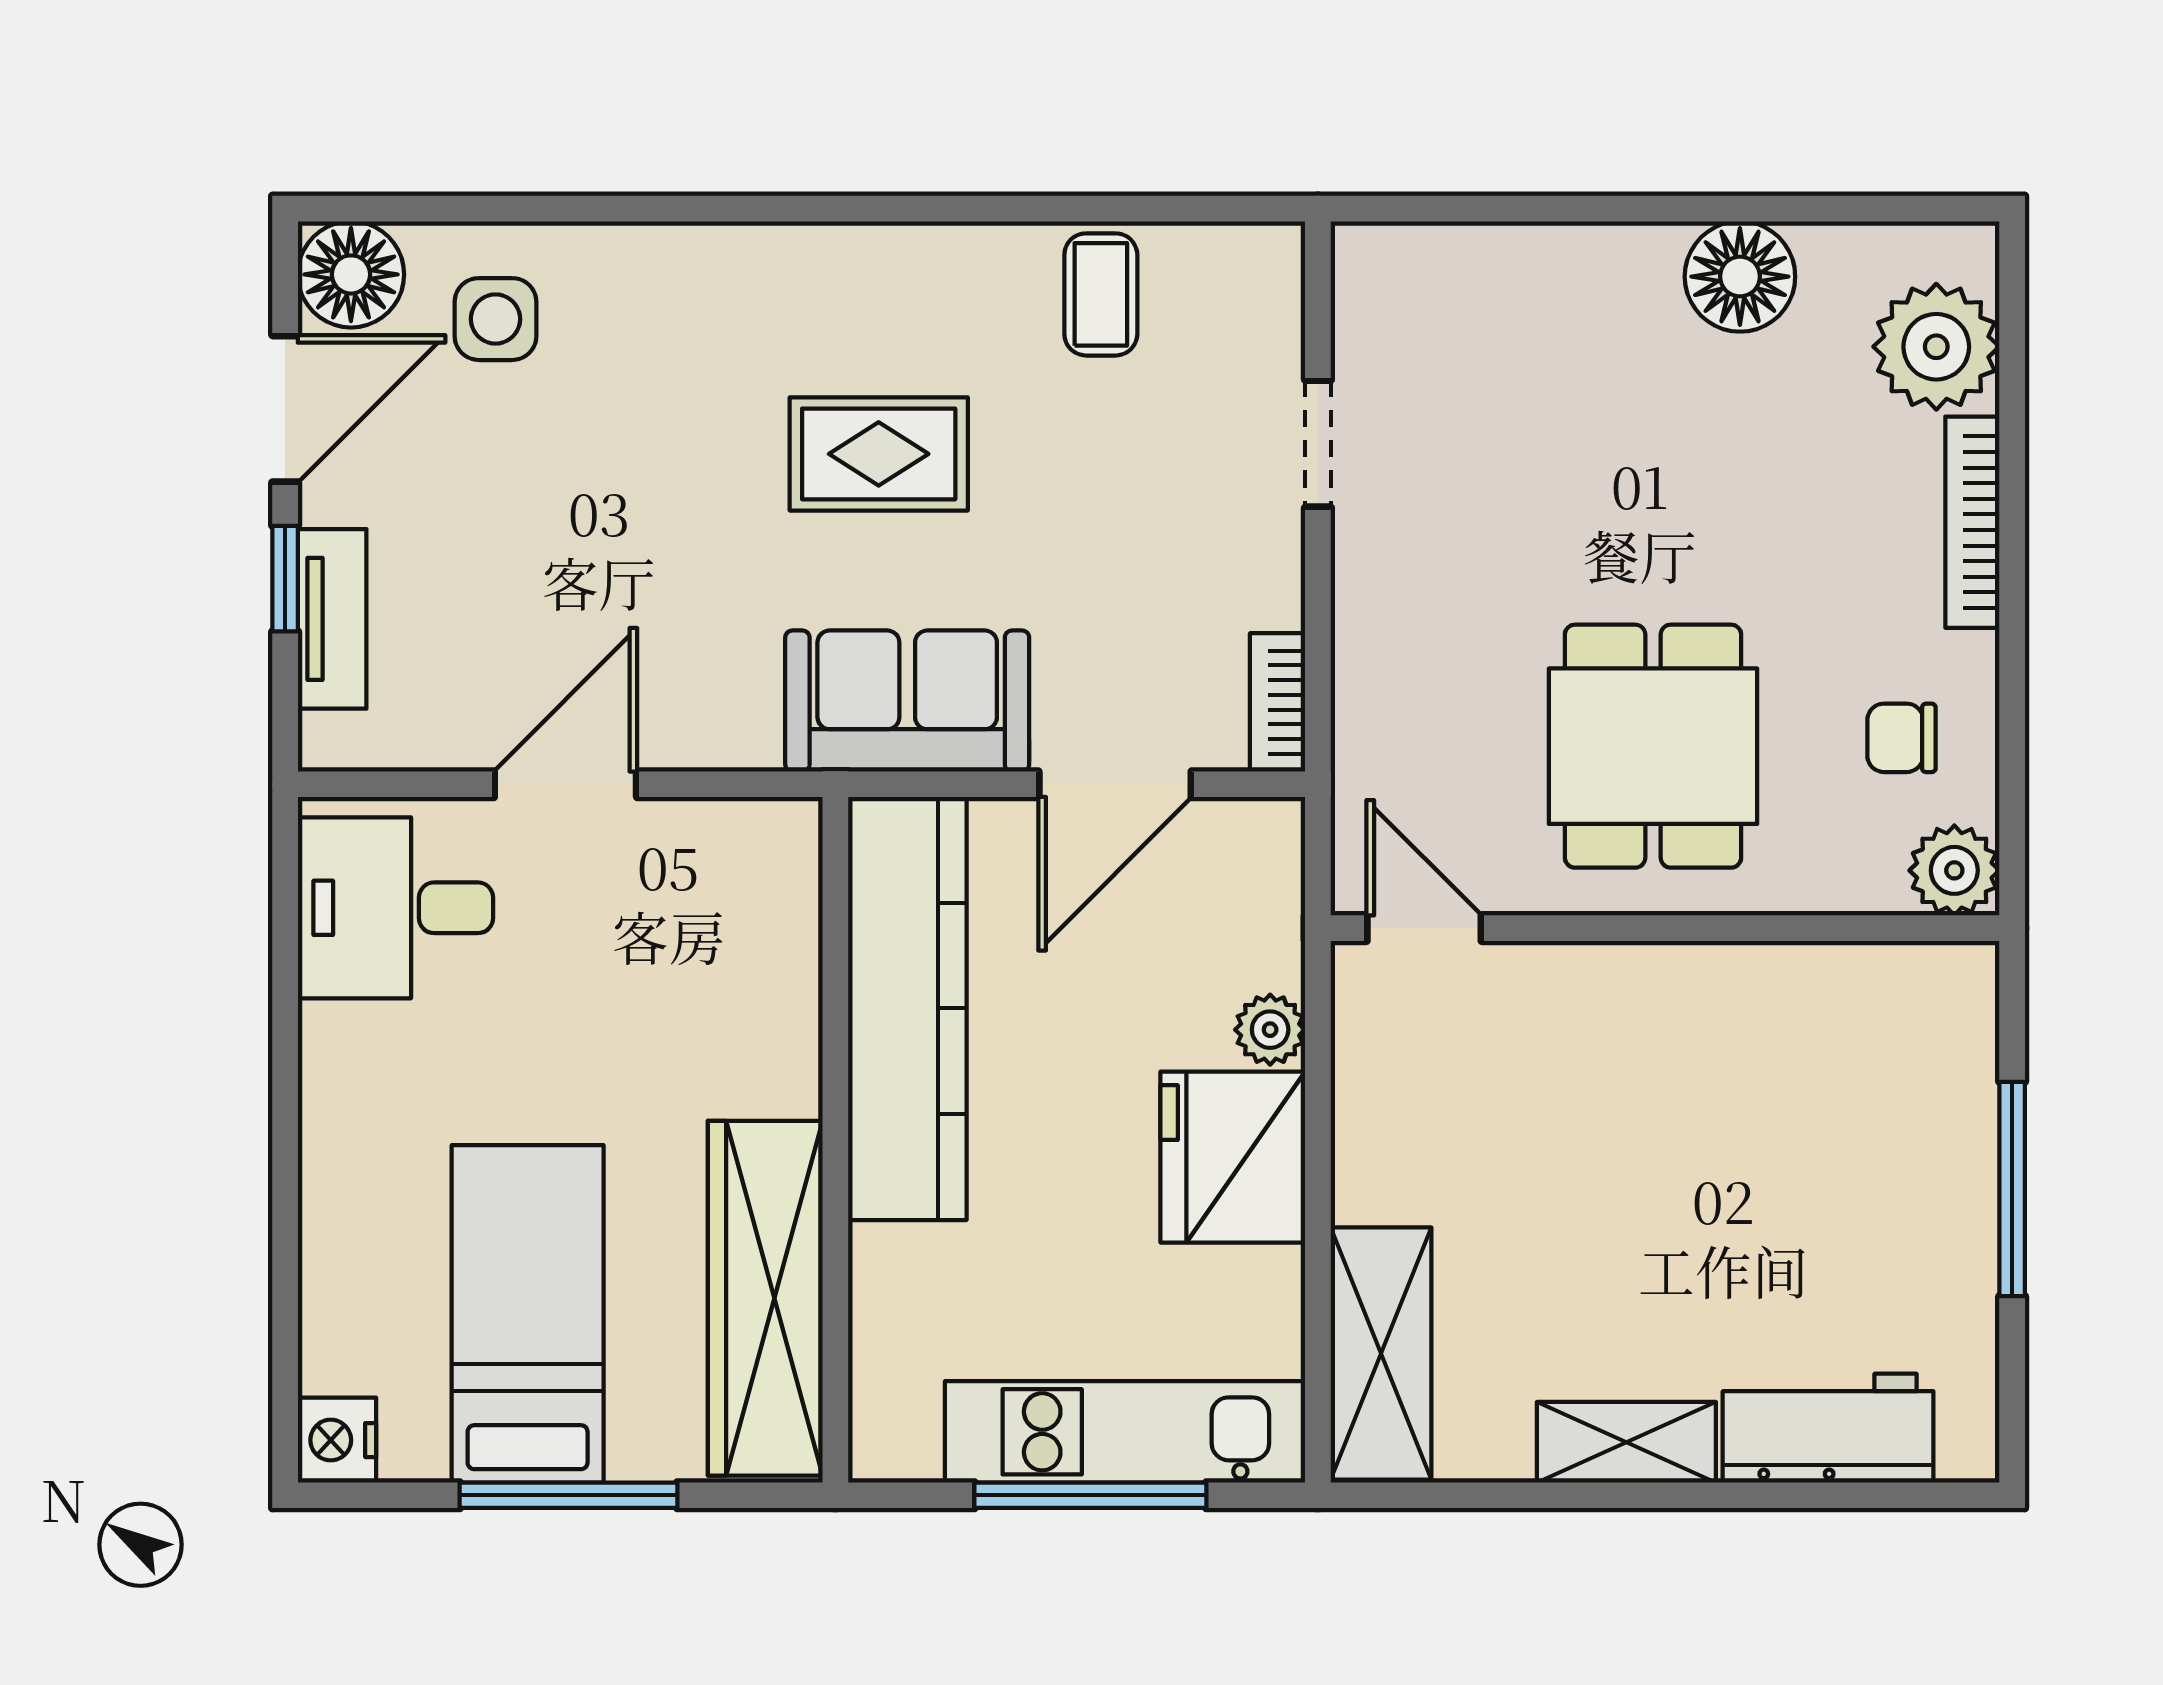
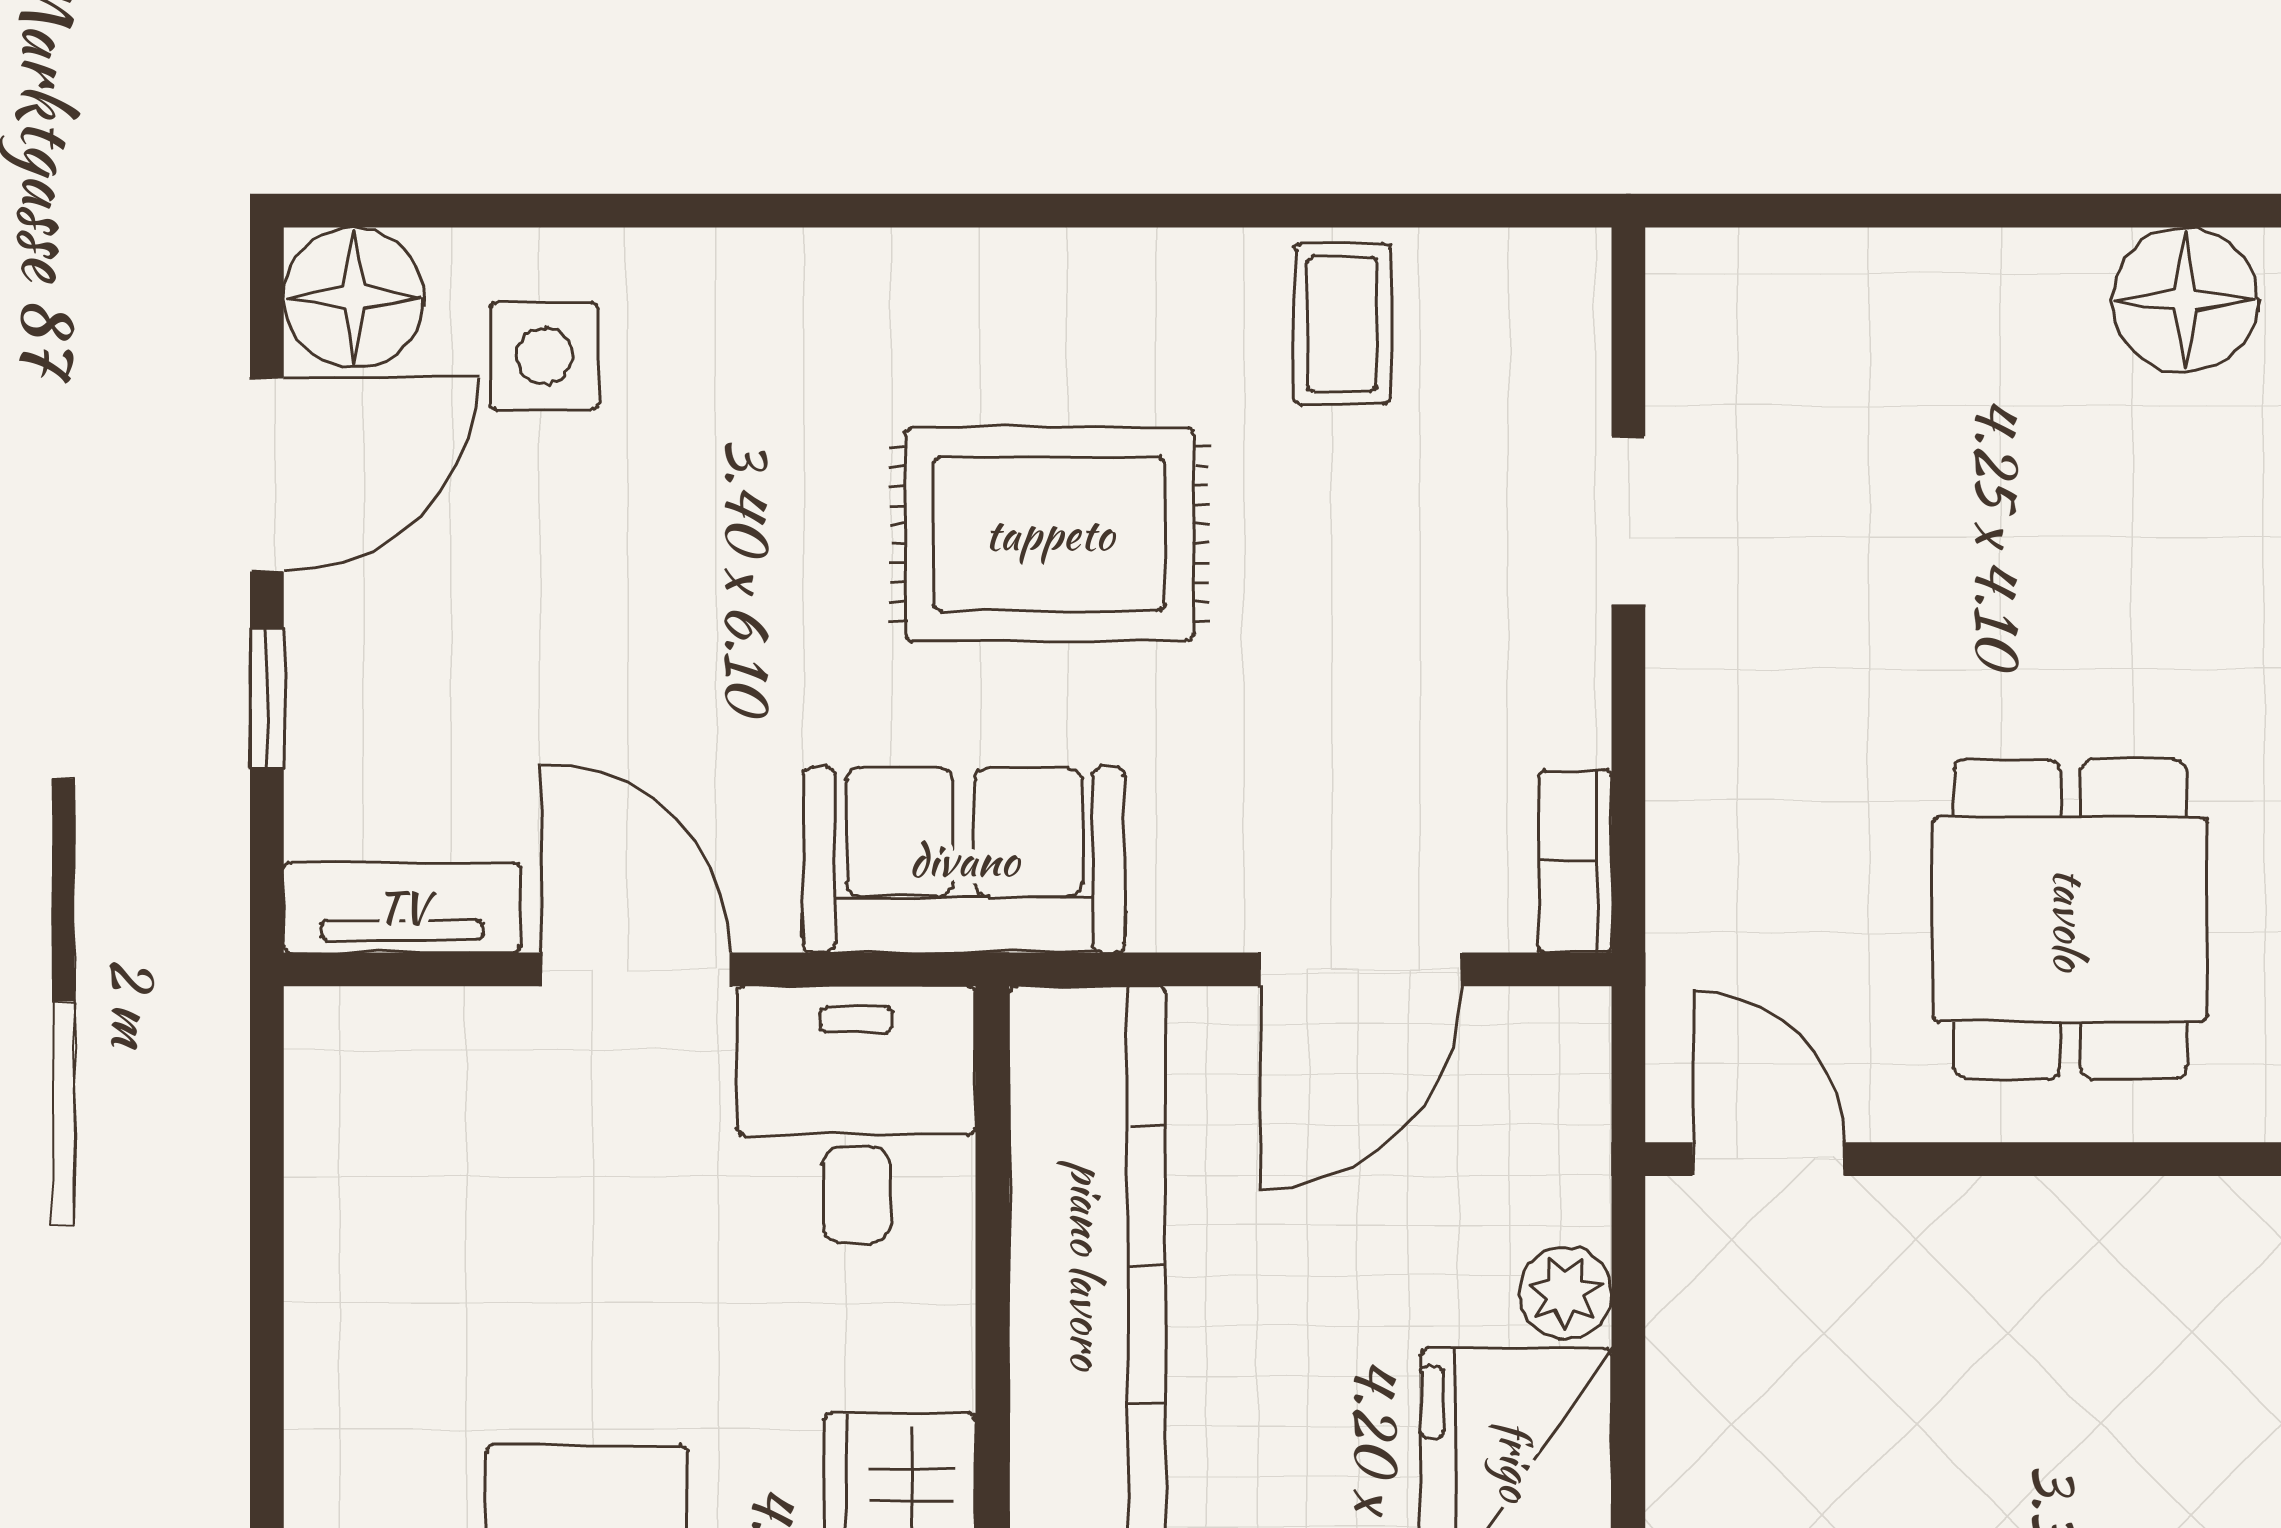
rug: (879, 454) -> (1049, 534), width x1.36, depth x1.43
tv unit: (332, 619) -> (402, 907), moved, turned -90
sofa: (907, 701) -> (964, 860), moved
door: (565, 784) -> (636, 969), hinge flipped
desk: (395, 908) -> (856, 1115), moved, turned 90

